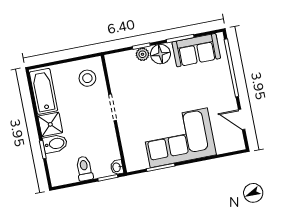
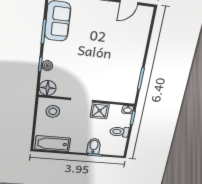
floor lamp: (160, 54) -> (48, 88), moved
shower: (50, 124) -> (100, 111), moved
corner sofa: (179, 138) -> (124, 58), removed

